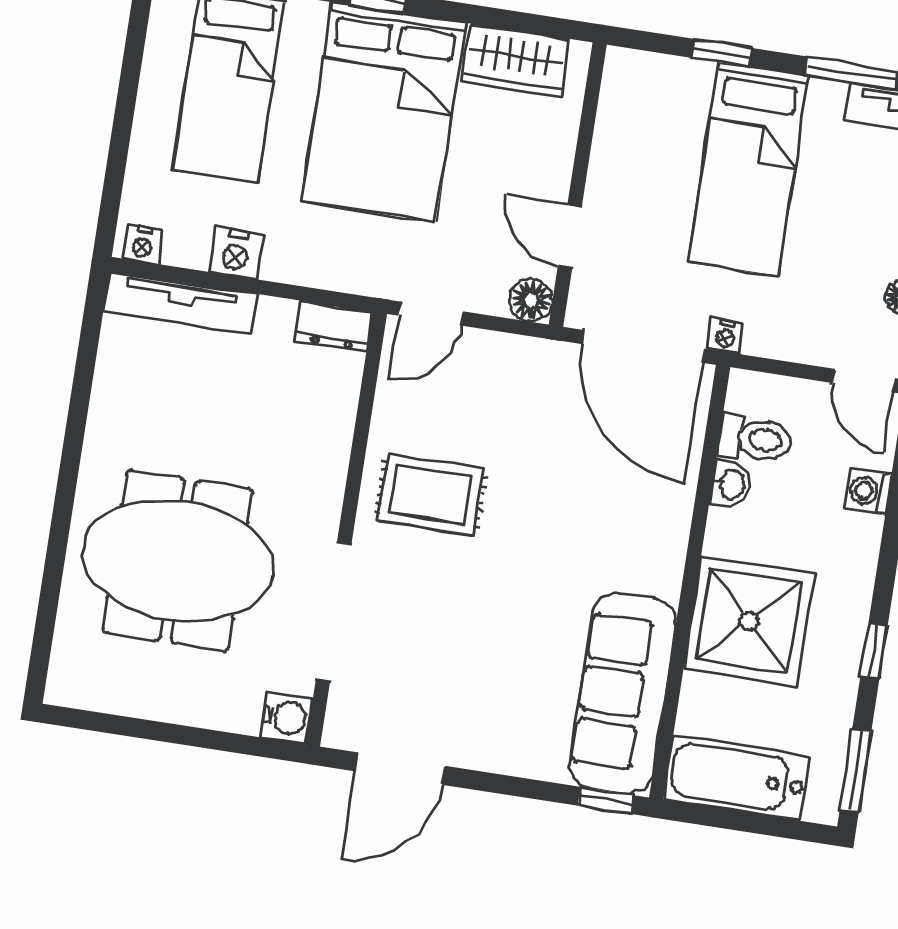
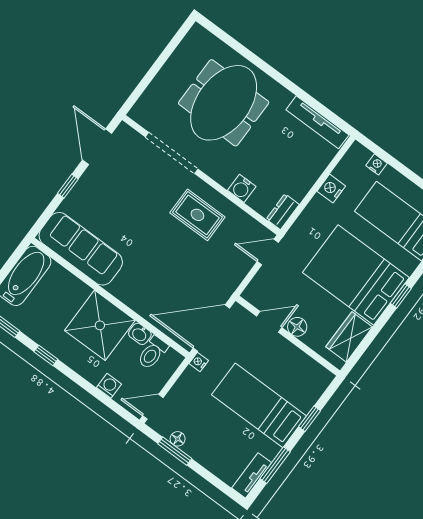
nightstand: (143, 245) -> (376, 164), moved, turned 90
floor lamp: (531, 300) -> (297, 327), moved
tv unit: (180, 302) -> (317, 122), moved, turned -90
door: (431, 314) -> (268, 252), hinge flipped
rug: (431, 495) -> (197, 215), turned 90
shower: (749, 621) -> (100, 325), moved
water cooler: (286, 718) -> (242, 188), moved
window: (606, 800) -> (68, 186), moved

